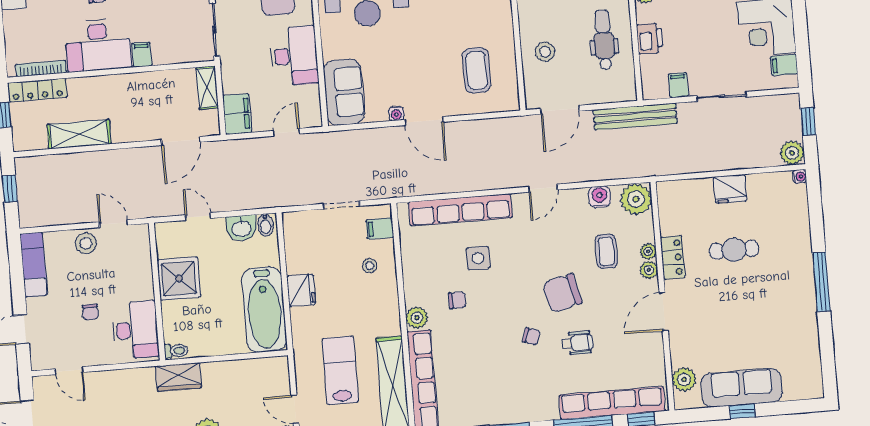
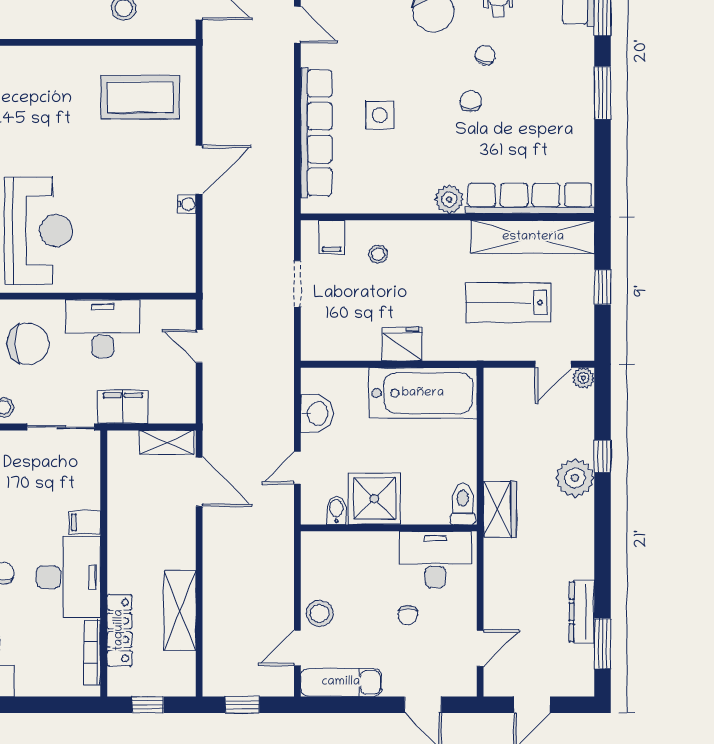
coffee table: (477, 70) -> (140, 97), width x1.36, depth x1.32
shelving: (207, 88) -> (166, 442), moved
locker: (37, 90) -> (119, 630), moved
sofa: (344, 92) -> (154, 269), removed
filing cabinet: (237, 114) -> (123, 407), moved
door: (114, 224) -> (297, 648), moved
bidet: (265, 225) -> (336, 510), moved, turned -90
chair: (457, 300) -> (471, 101), moved
chair: (90, 312) -> (408, 615), turned 90
toilet: (176, 351) -> (463, 504), width x1.37, depth x1.39

